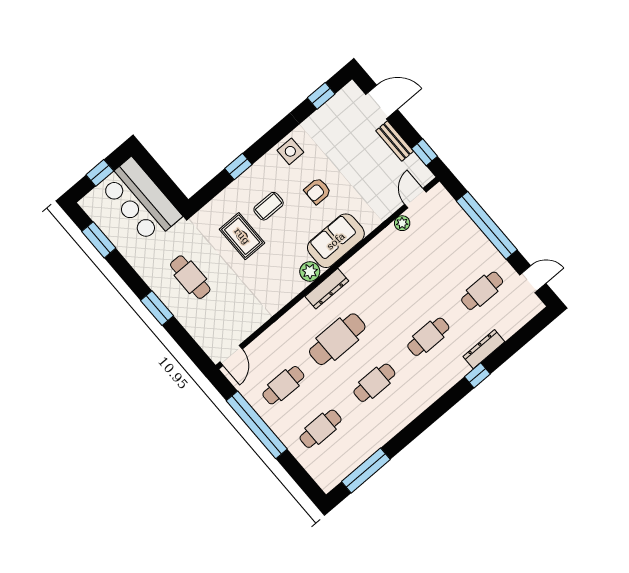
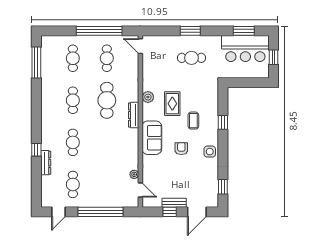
window: (424, 152) -> (170, 212), moved
bar counter: (140, 200) -> (245, 49), moved, turned 180
rug: (242, 236) -> (172, 104), moved, turned 90
plant: (310, 271) -> (148, 97), moved

